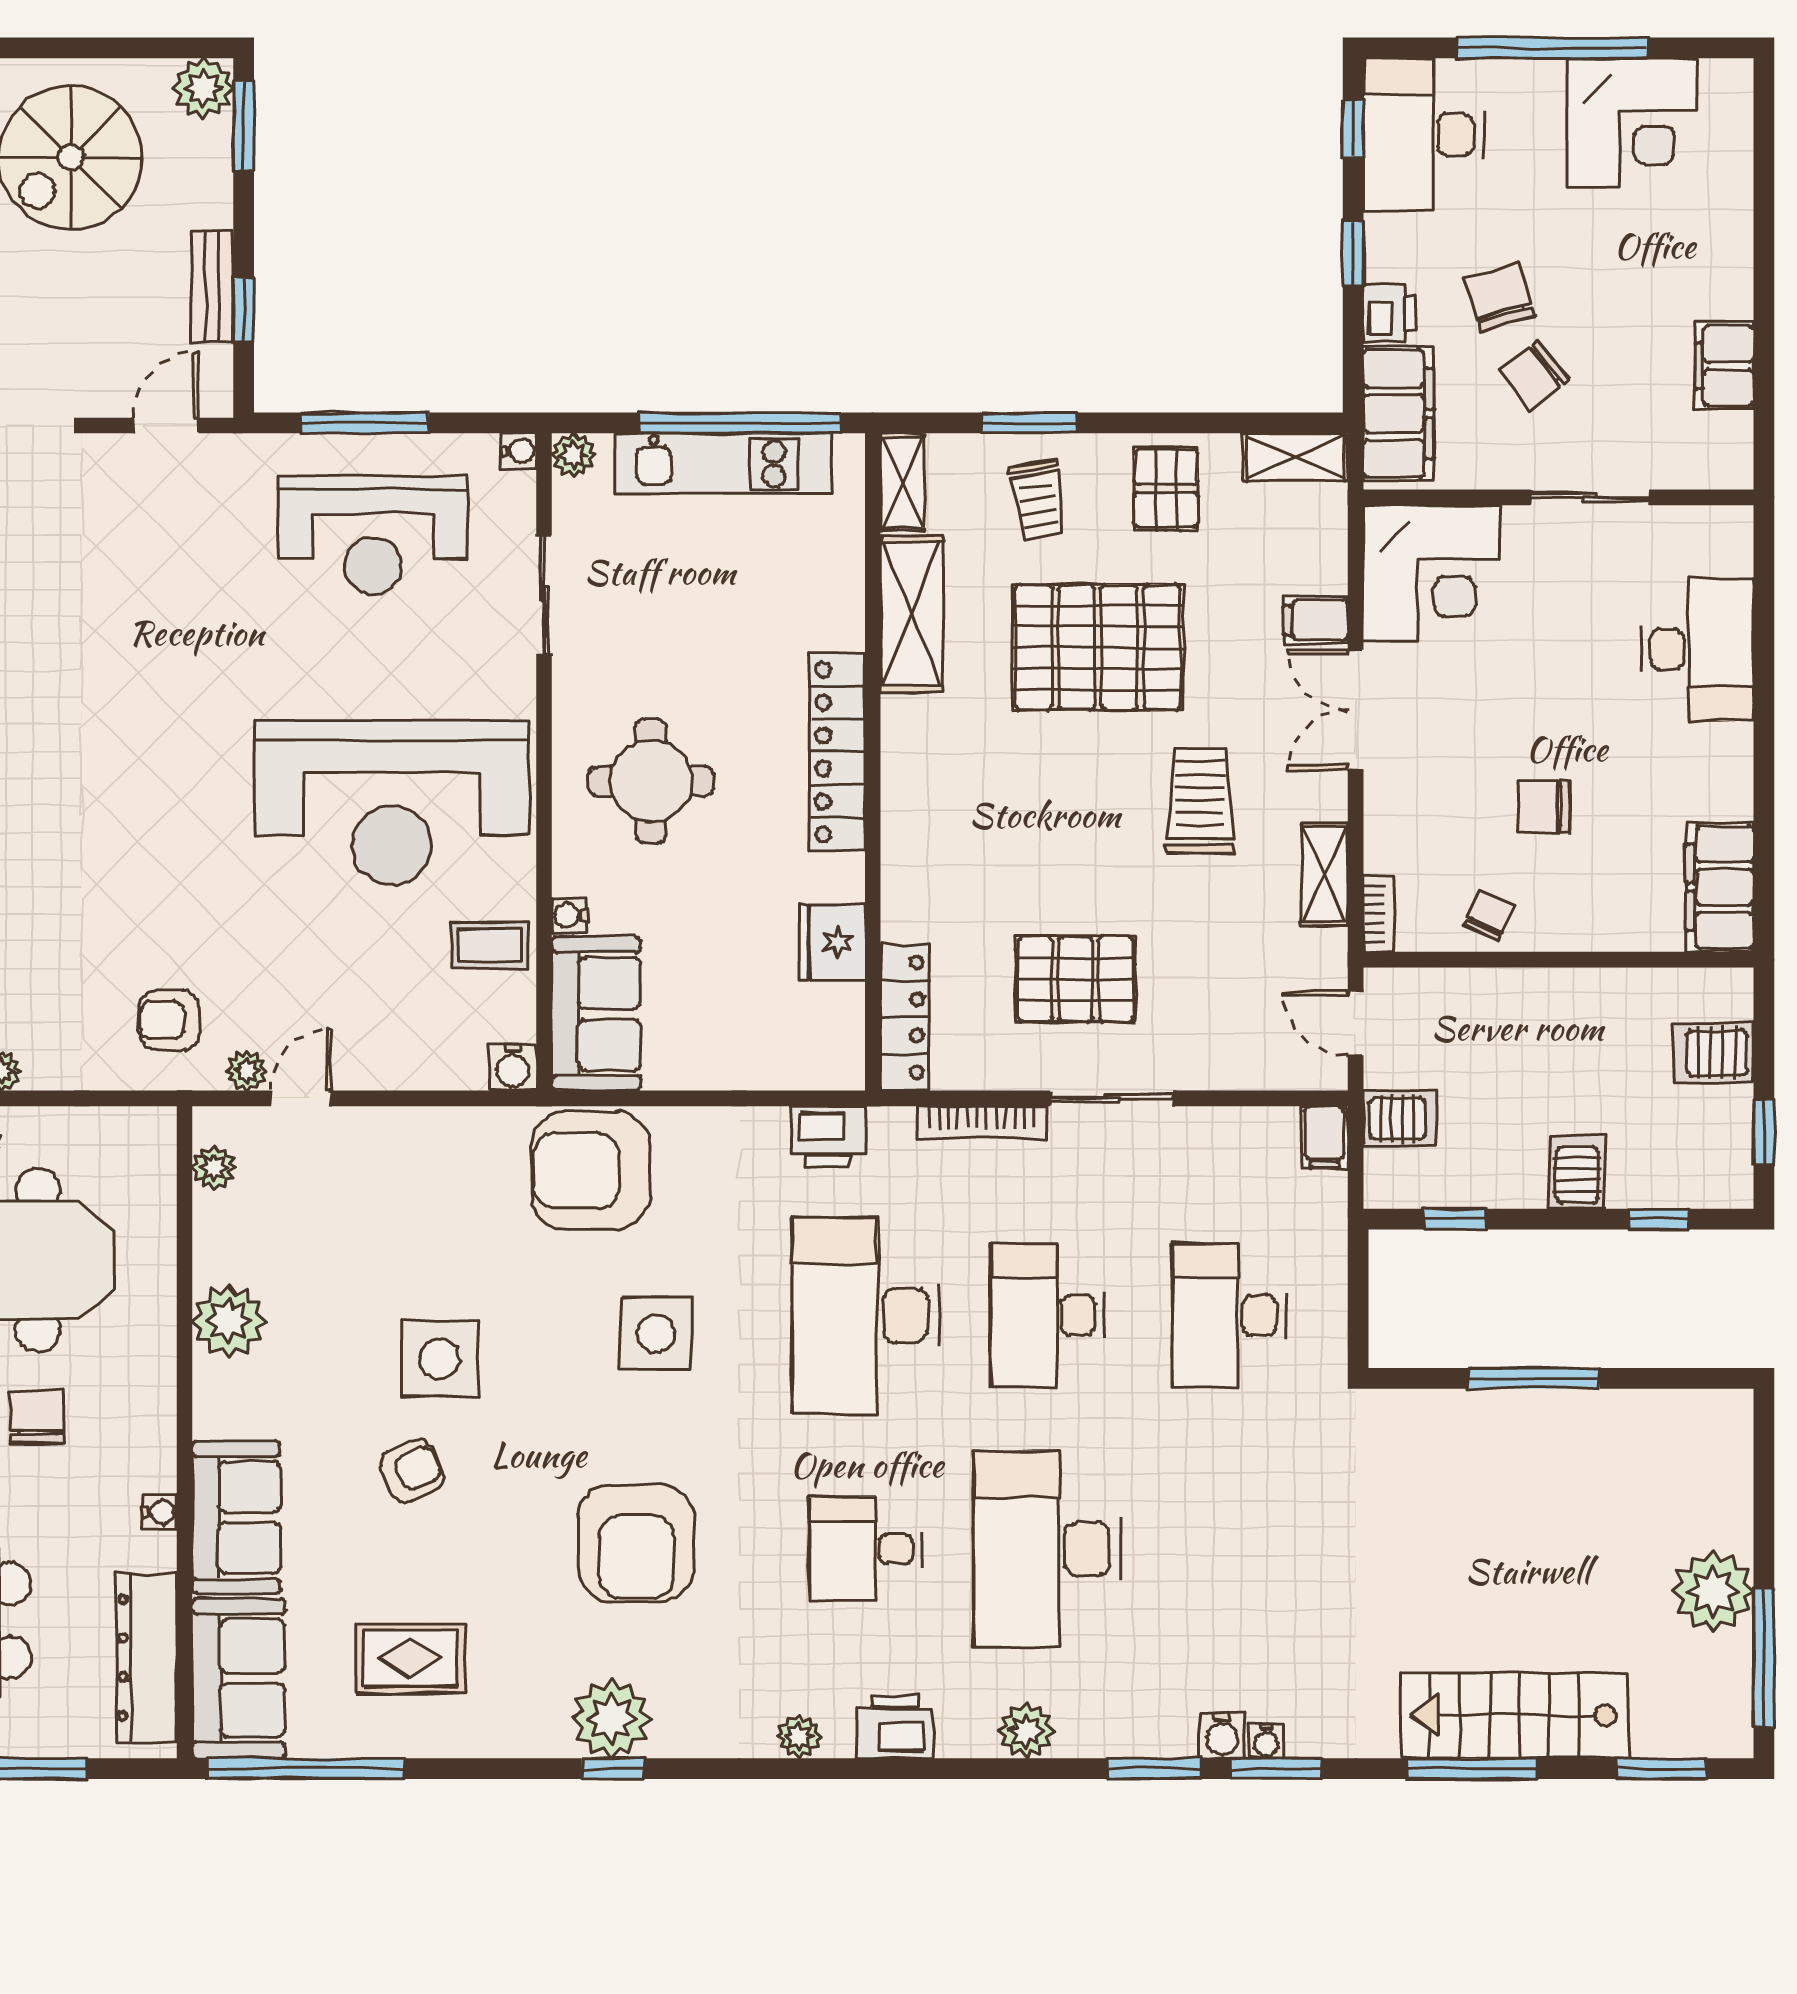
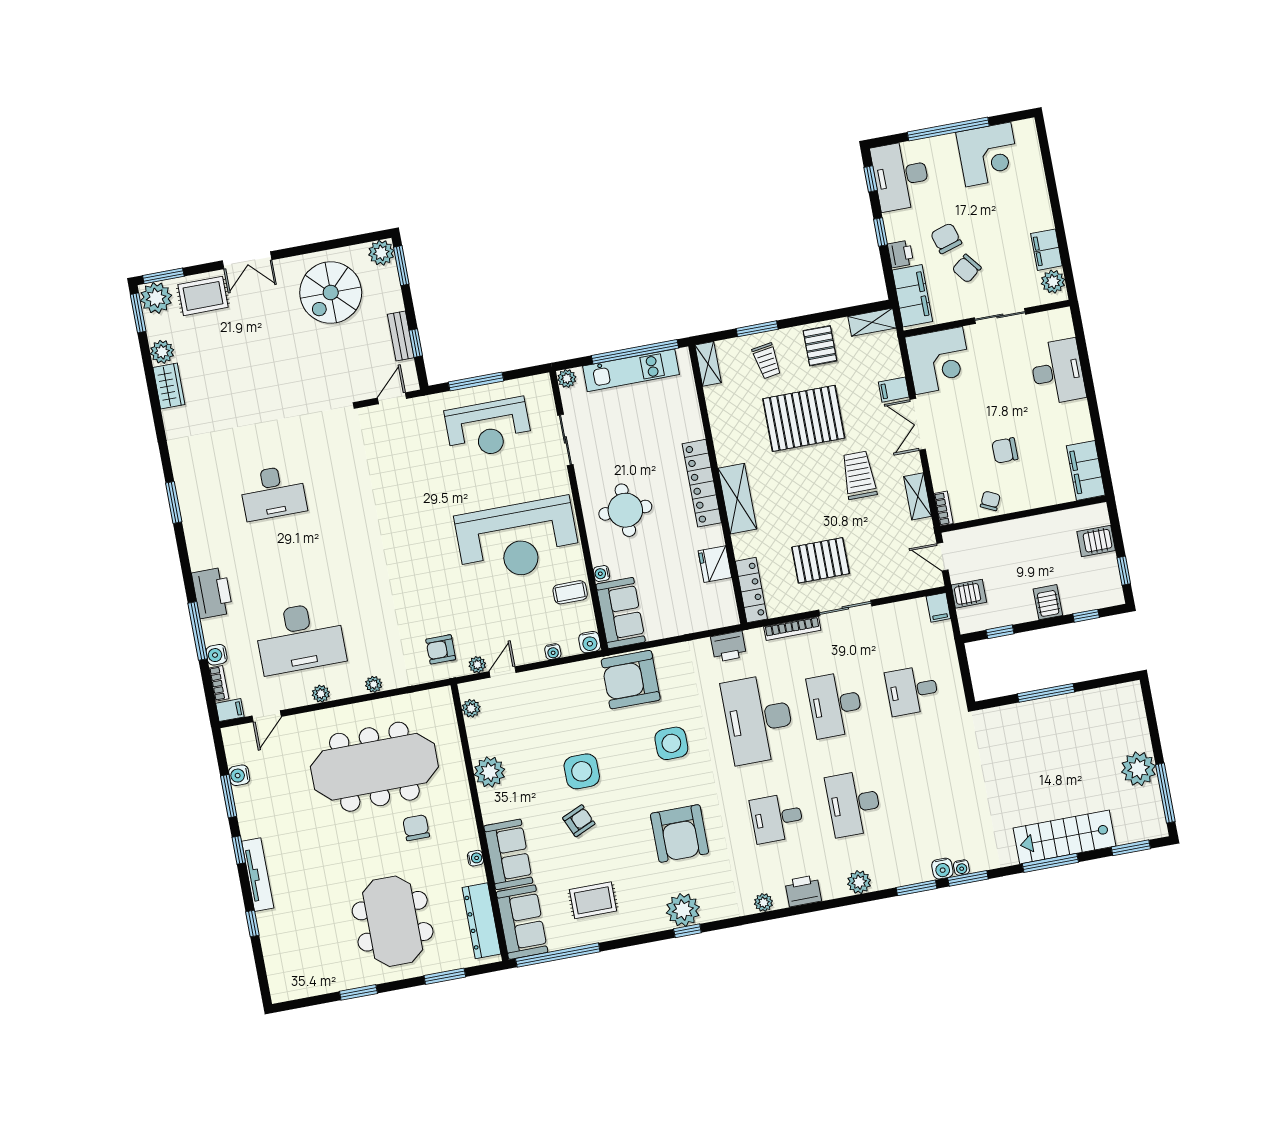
plant: (1726, 442) -> (1053, 282), added
water cooler: (519, 451) -> (553, 652), moved, turned 90
shelving: (912, 614) -> (737, 499), moved
desk: (1229, 1315) -> (912, 690), width x0.73
desk: (1047, 1549) -> (854, 804), width x0.73, depth x0.77

